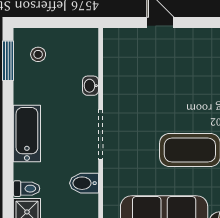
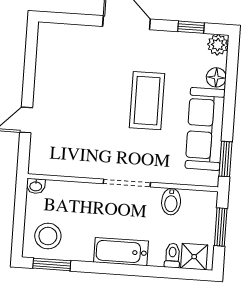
stool: (38, 54) -> (48, 236), width x1.89, depth x1.89
washbasin: (91, 86) -> (36, 186), moved

